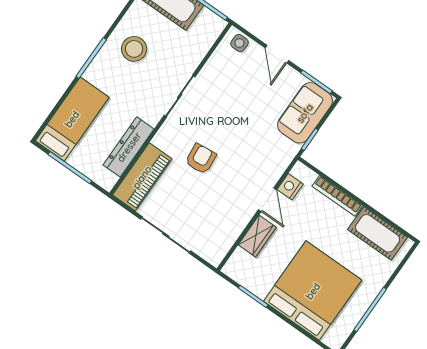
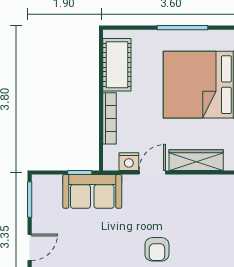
sofa: (305, 113) -> (92, 191), moved
armchair: (201, 159) -> (157, 249), turned -84
wardrobe: (257, 236) -> (196, 160), width x1.50

